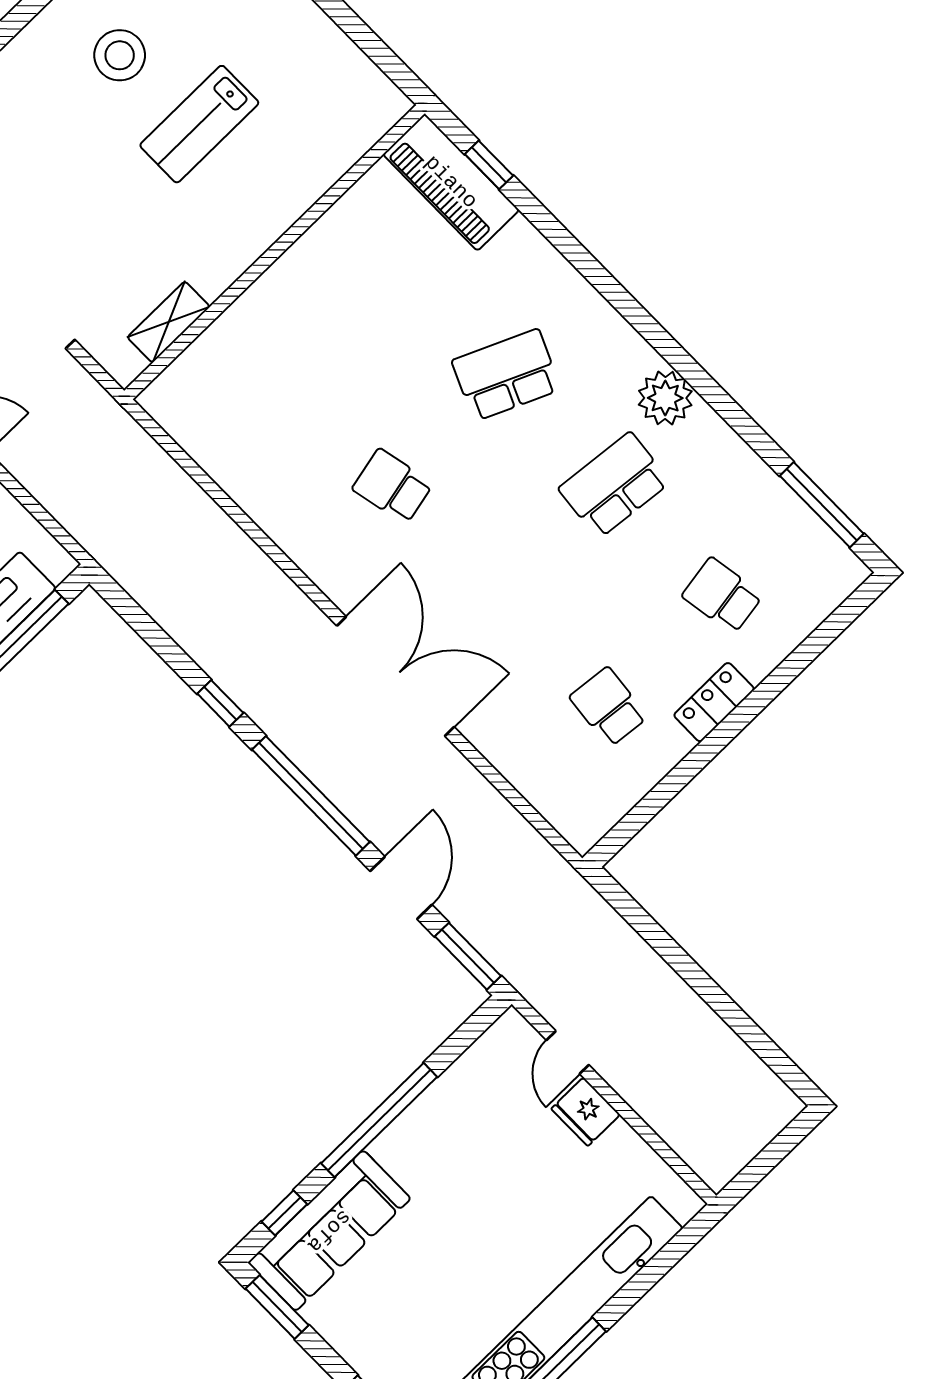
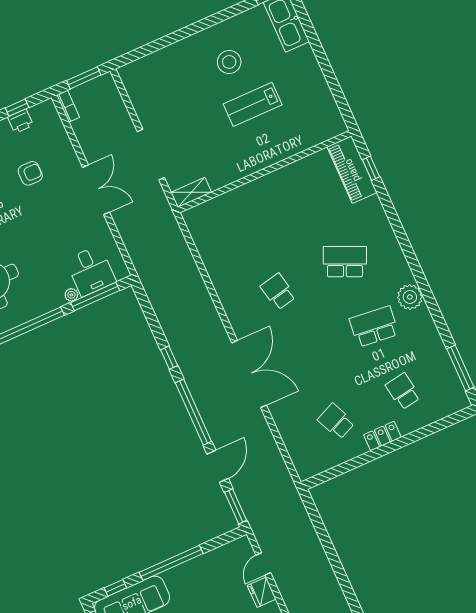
shelving: (169, 322) -> (191, 192), moved
school desk: (609, 707) -> (336, 421), turned -30

